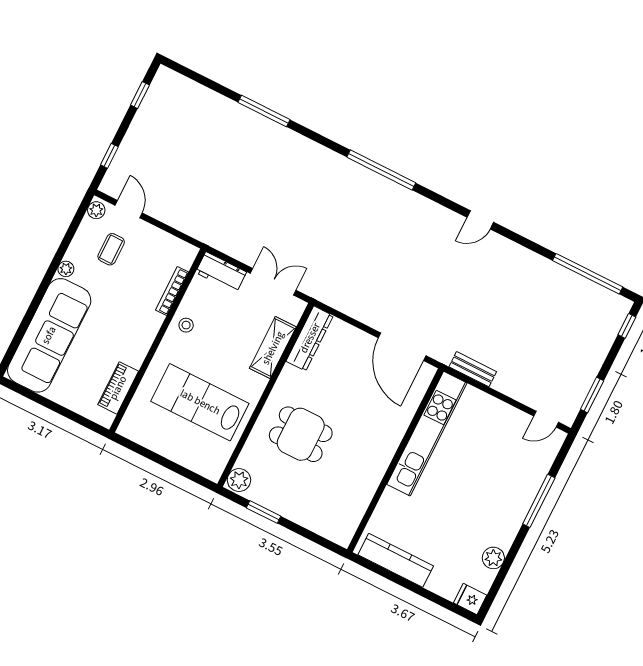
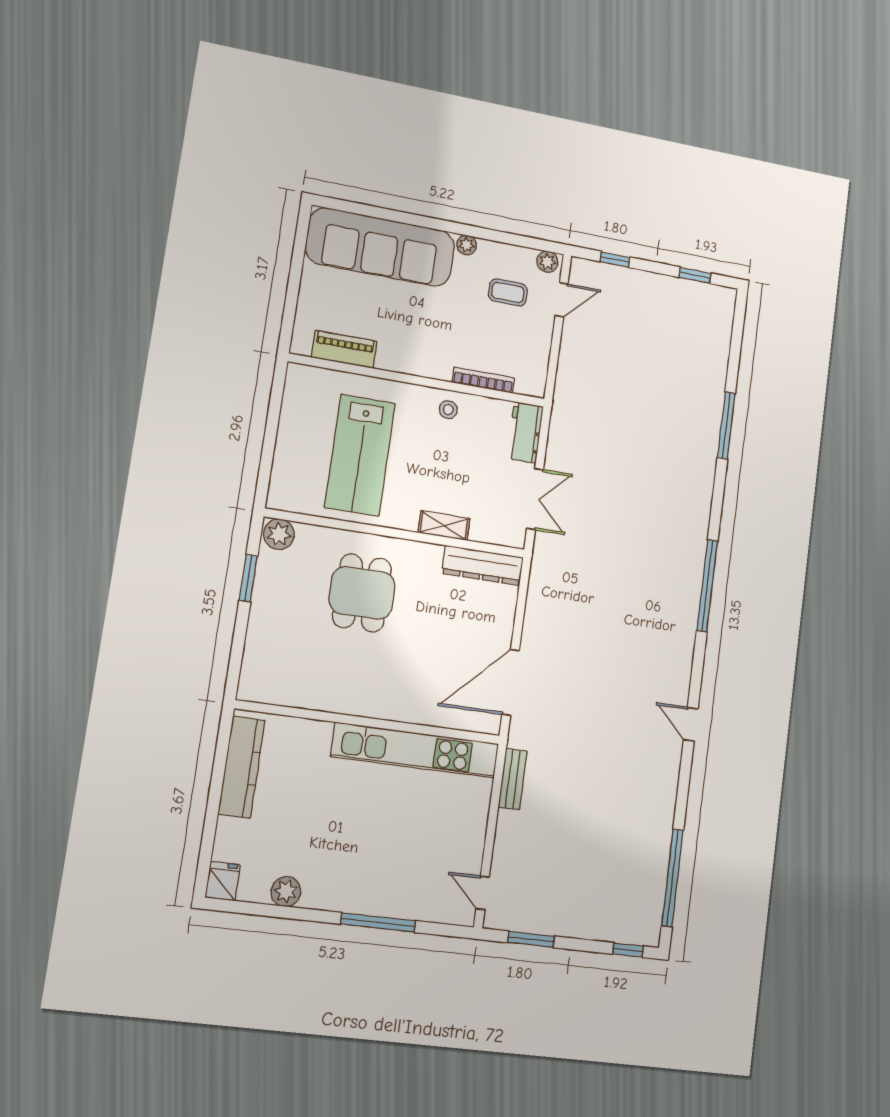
shelving: (273, 348) -> (444, 526), width x0.67, depth x0.75
lab bench: (200, 402) -> (360, 455), turned 180

